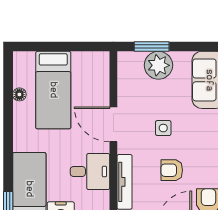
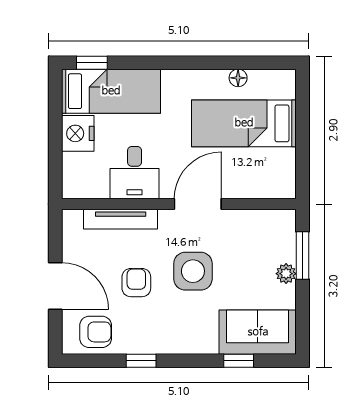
plant: (158, 65) -> (286, 274), width x0.53, depth x0.53
side table: (163, 128) -> (193, 271), width x1.87, depth x1.87

